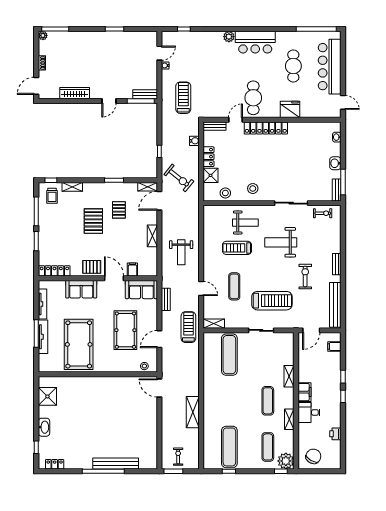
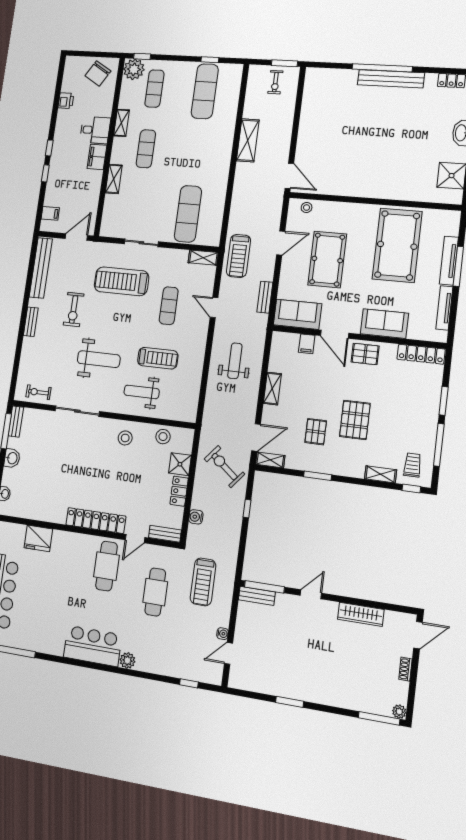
cafe table: (293, 66) -> (155, 592), moved
fridge: (290, 109) -> (38, 538), moved
bench: (116, 463) -> (391, 79), moved

